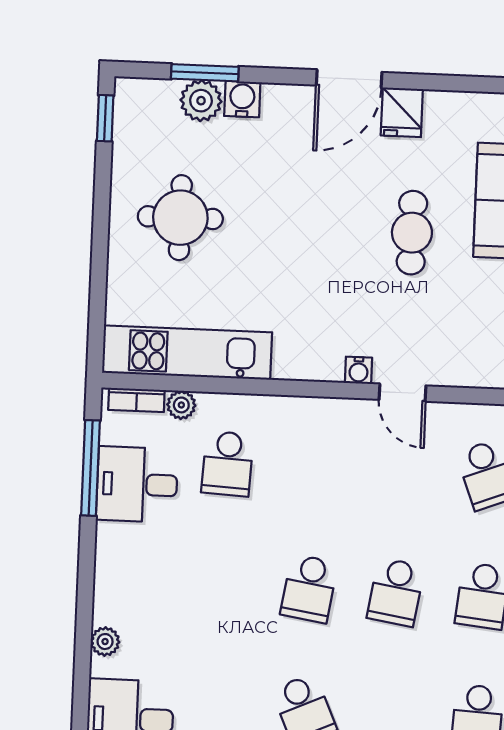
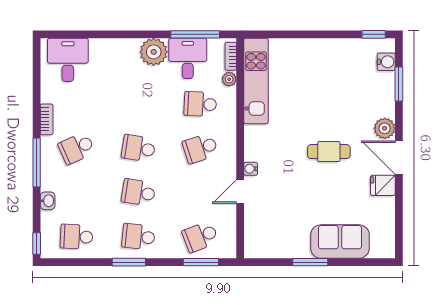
water cooler: (242, 99) -> (386, 62), moved
plant: (201, 101) -> (385, 128), moved
round table: (180, 218) -> (325, 75), removed
cafe table: (412, 233) -> (329, 152), moved
school desk: (314, 467) -> (200, 148), added
plant: (105, 642) -> (154, 52), moved, width x1.88, depth x1.88

